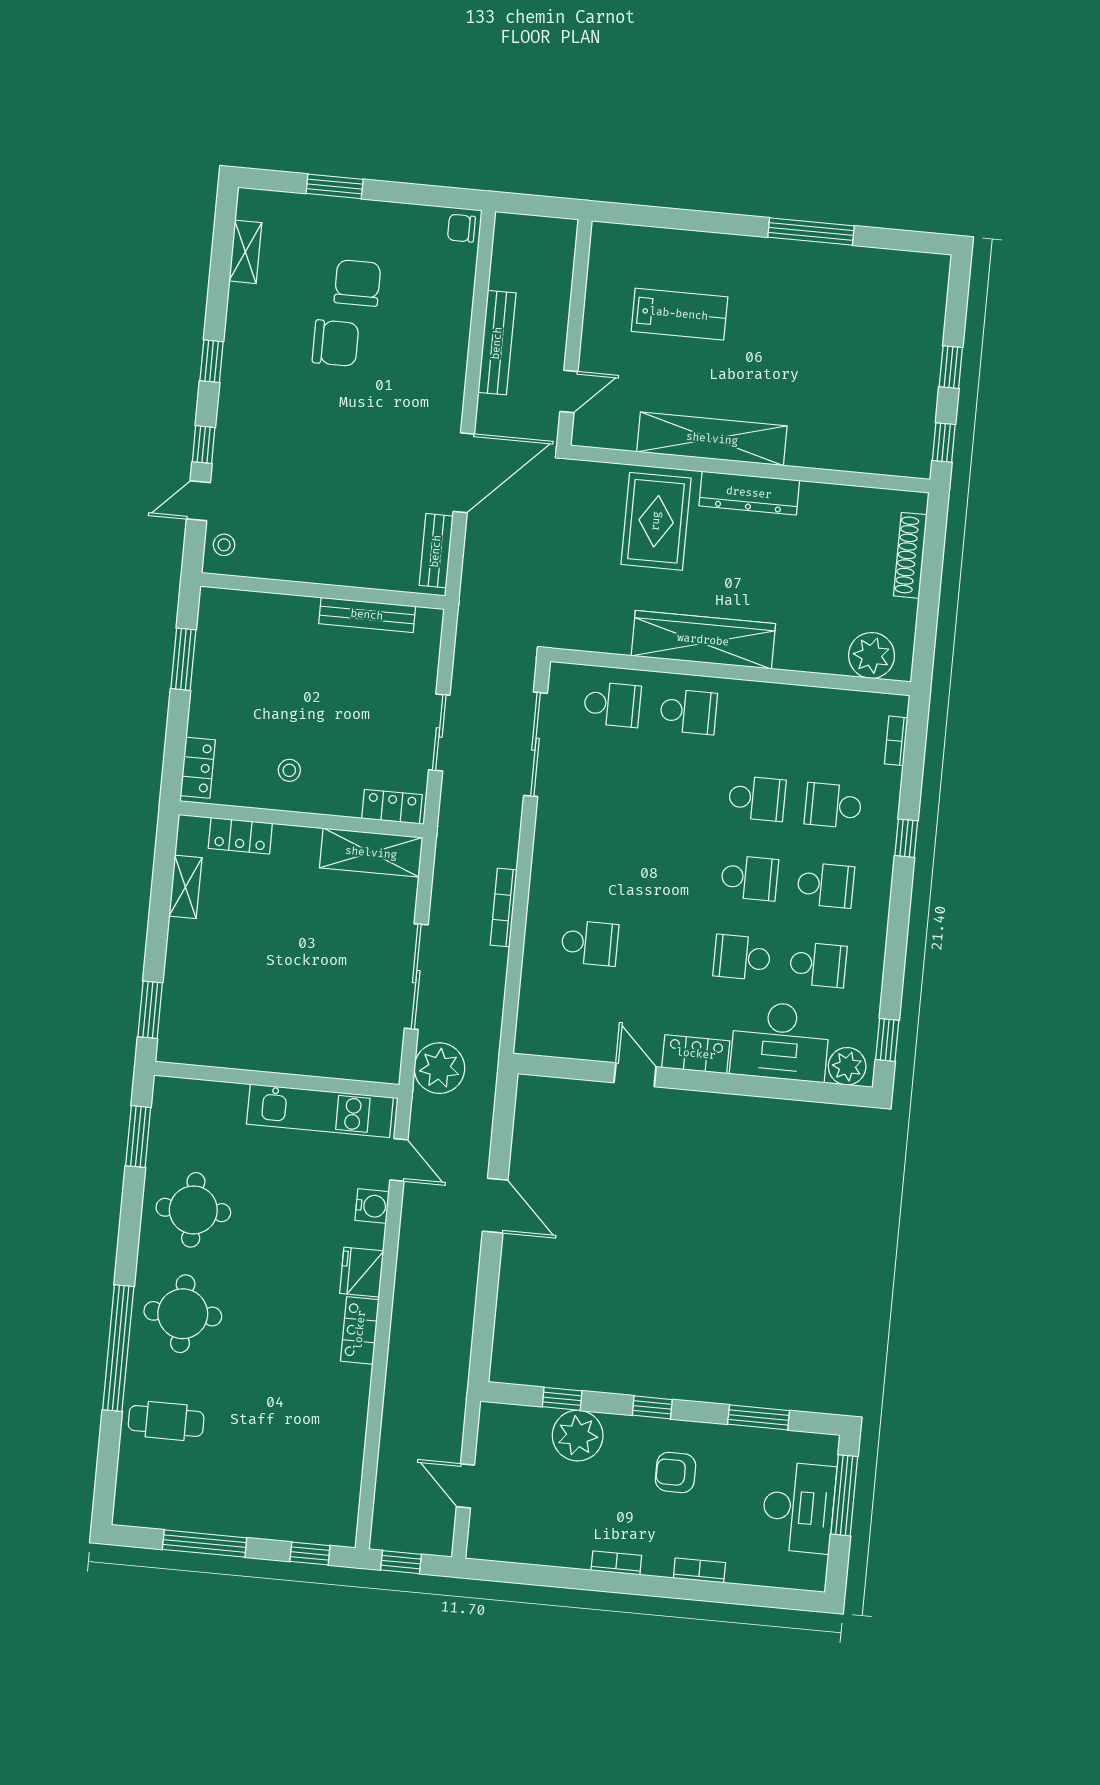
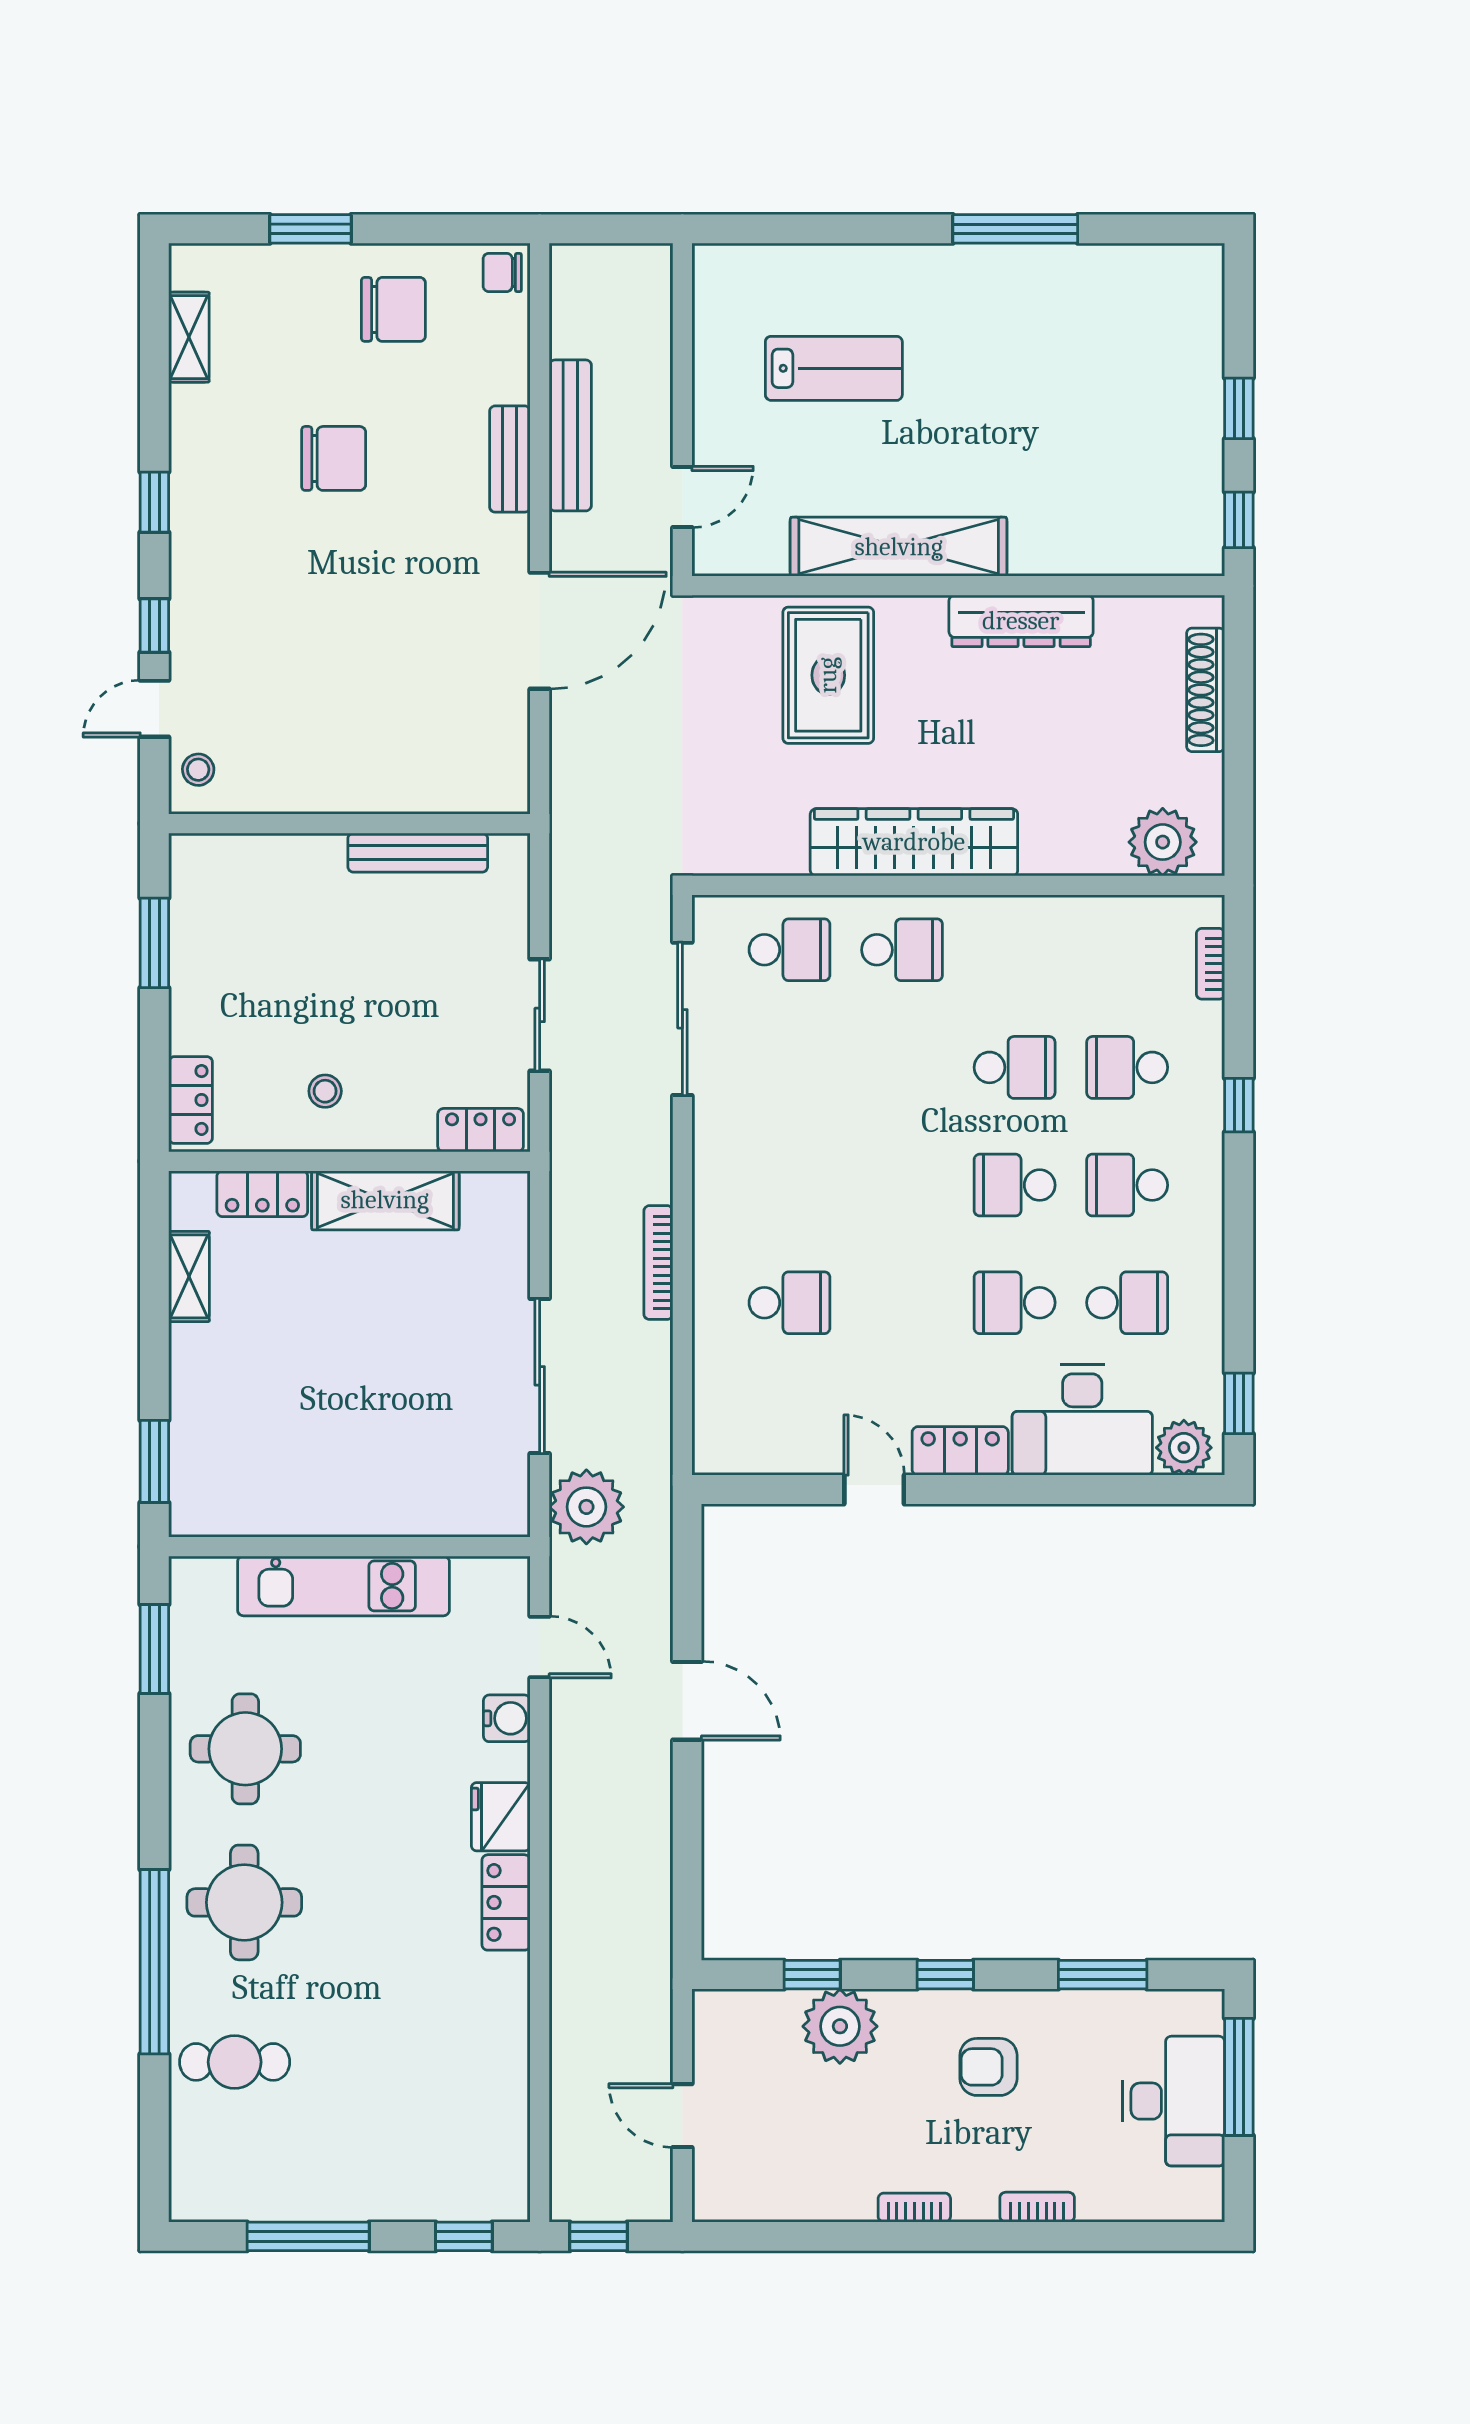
chair: (358, 283) -> (393, 309), moved, turned 90
dresser: (749, 493) -> (1021, 621), moved
bench: (436, 551) -> (510, 459), moved
shelving: (371, 853) -> (385, 1200), moved
school desk: (749, 878) -> (1015, 1185), turned 180
school desk: (826, 885) -> (1127, 1185), turned 180
kitchen unit: (320, 1111) -> (343, 1586), moved

